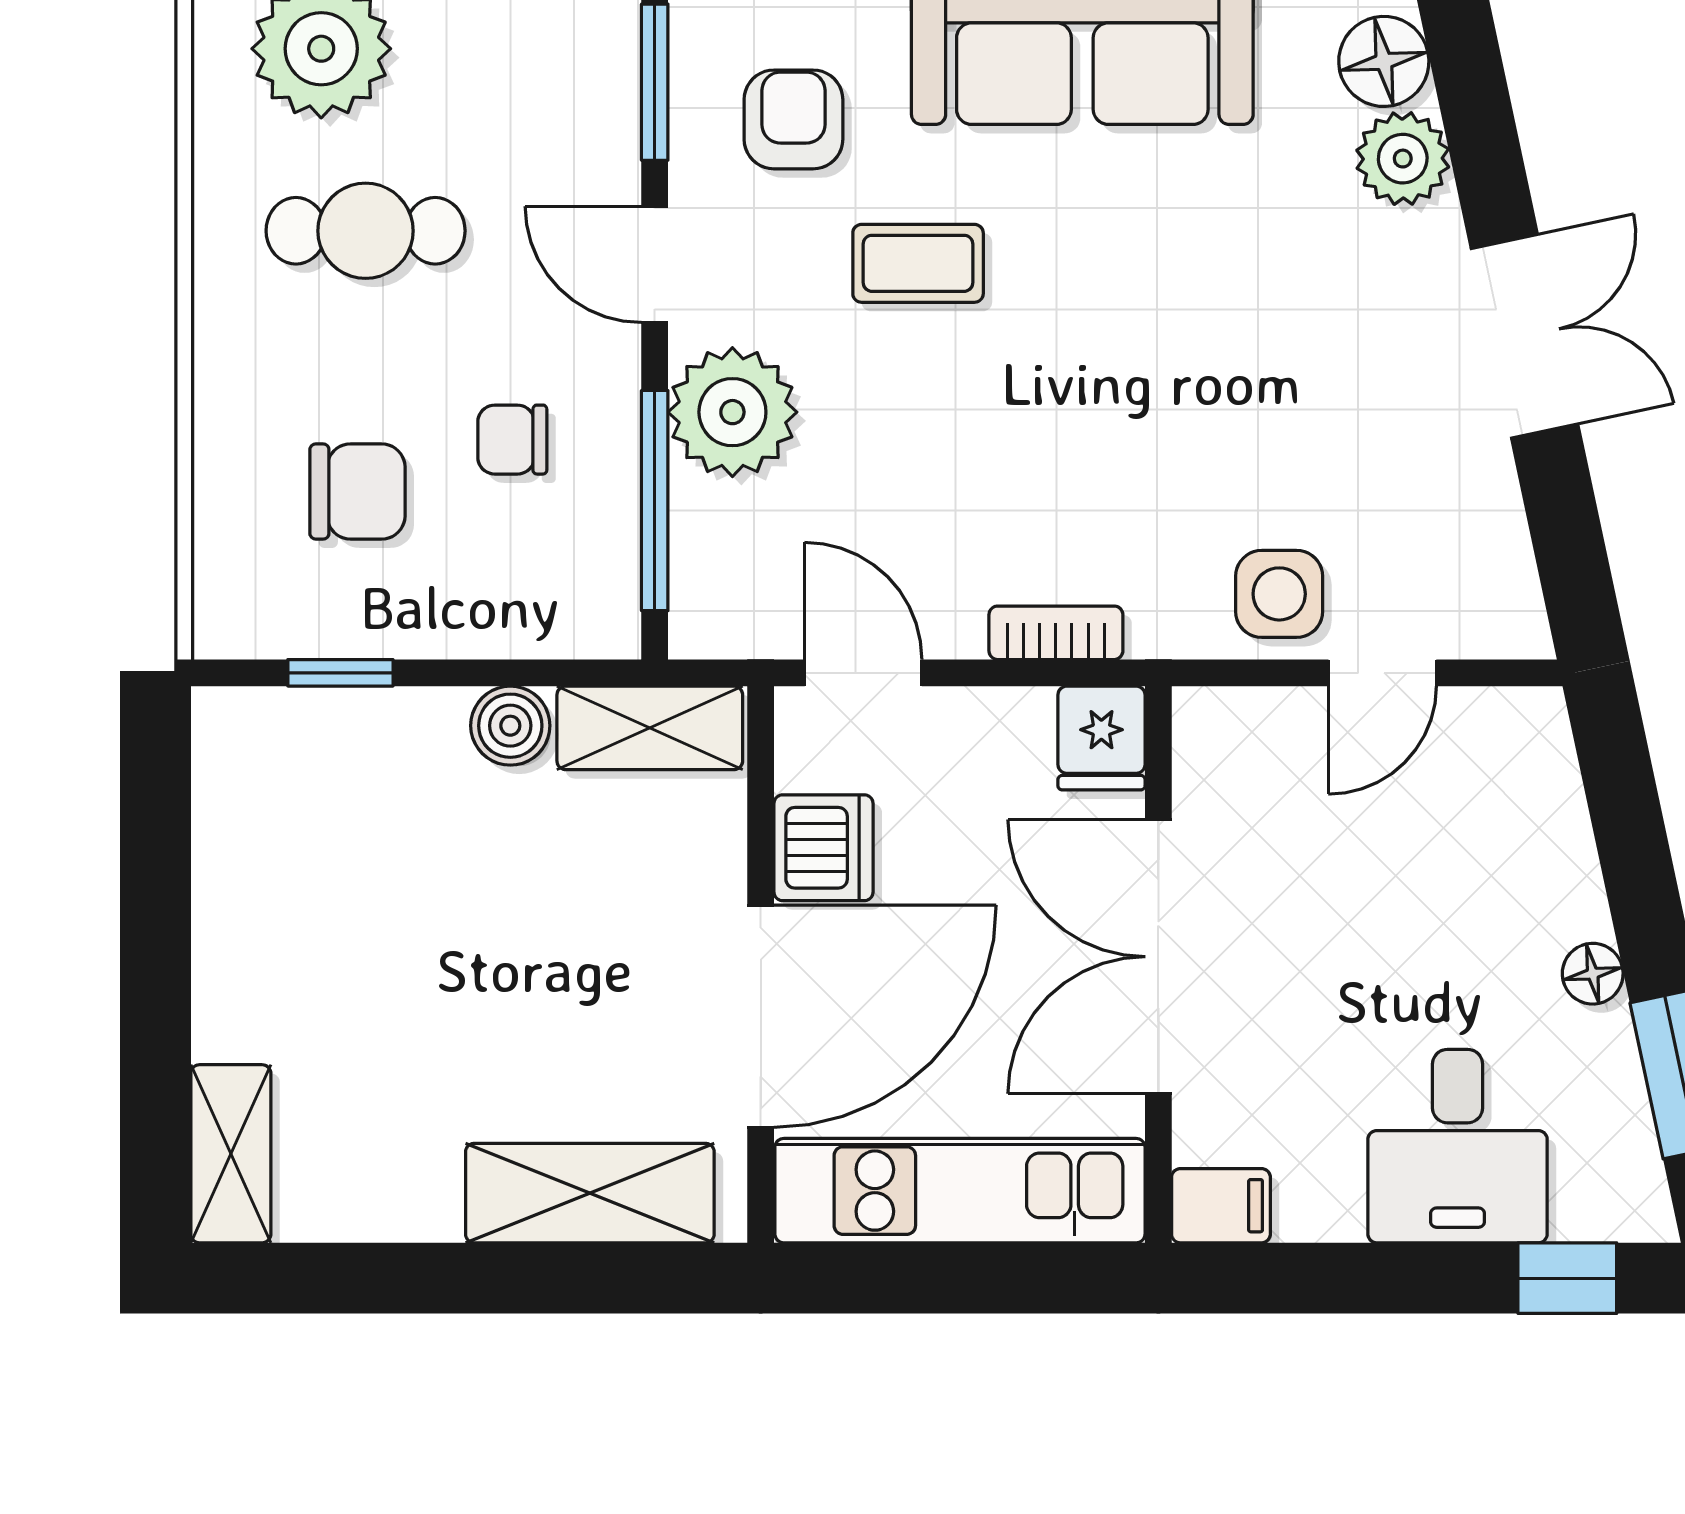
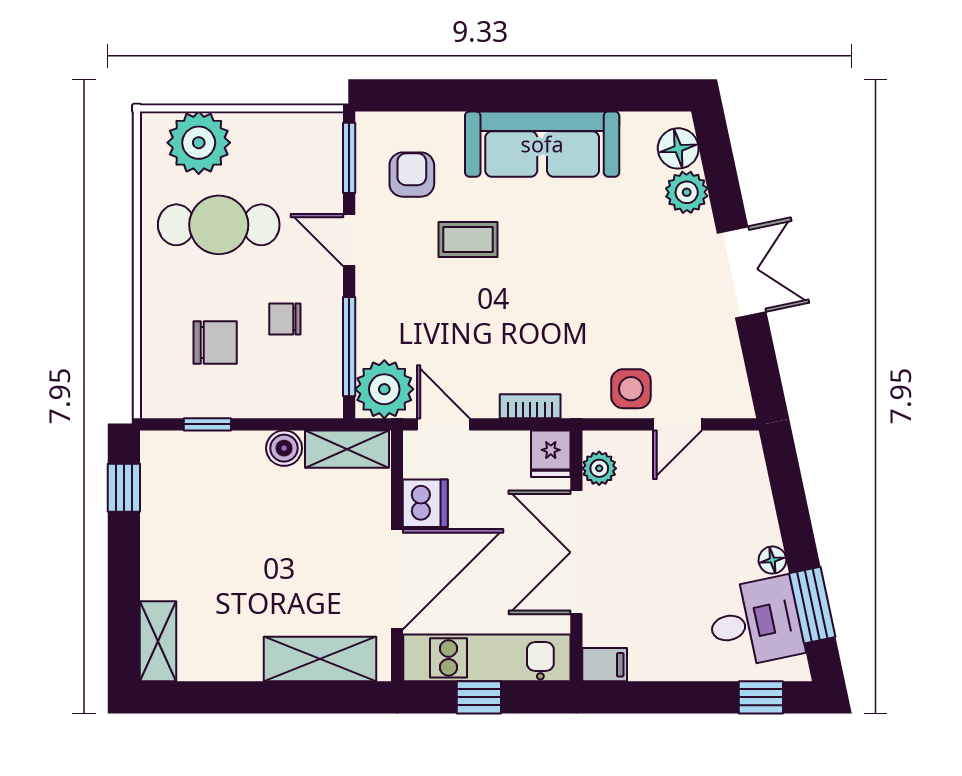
cafe table: (366, 231) -> (219, 225), width x1.37, depth x1.35
plant: (732, 412) -> (384, 389), moved
plant: (1209, 770) -> (599, 468), added
window: (155, 814) -> (124, 488), added
desk: (1458, 1146) -> (755, 622), moved, turned -102
window: (942, 1278) -> (479, 697), added

